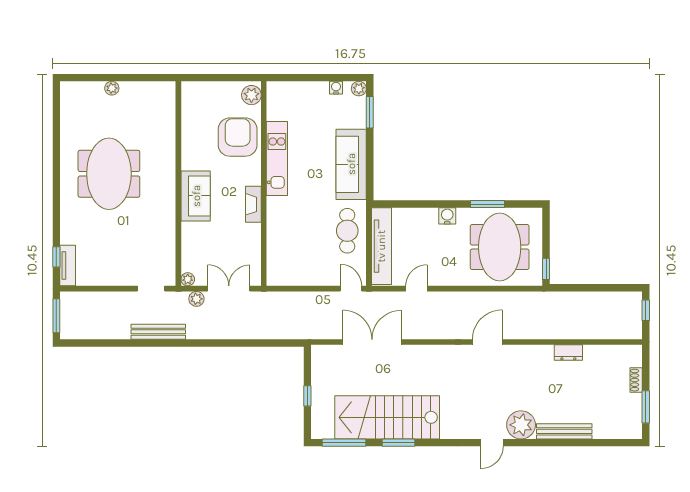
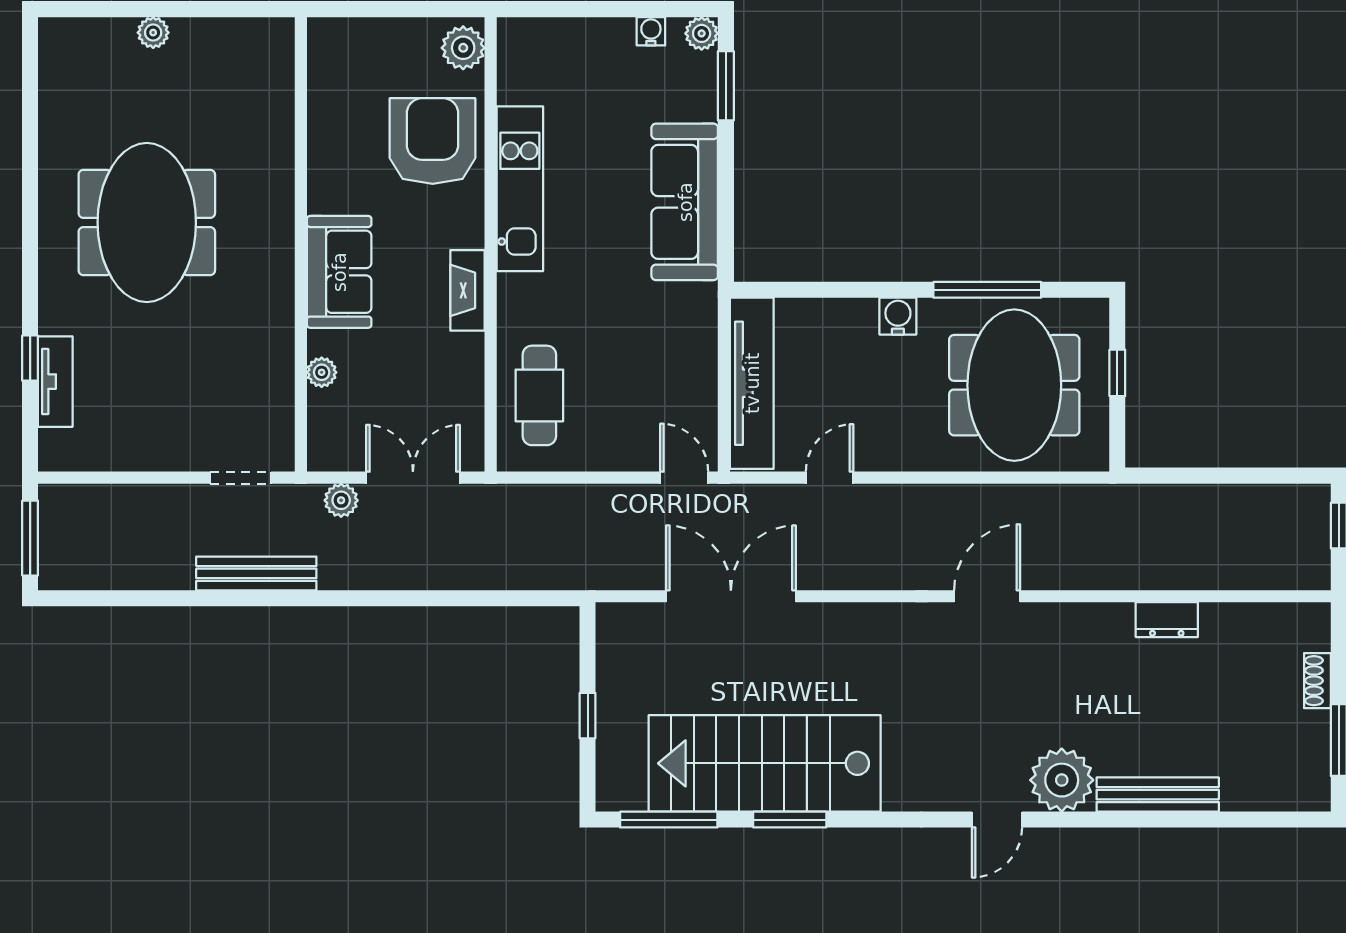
window: (487, 204) -> (987, 290), width x1.44
cafe table: (347, 231) -> (539, 395), moved
window: (56, 257) -> (30, 358), moved
tv unit: (68, 266) -> (55, 382), moved
window: (546, 269) -> (1117, 373), moved
plant: (188, 279) -> (322, 372), moved

